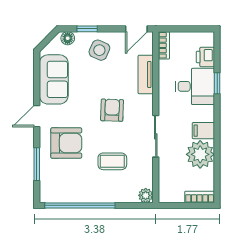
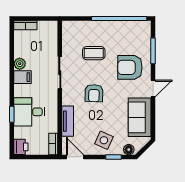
door: (136, 29) -> (75, 157), hinge flipped
printer: (205, 57) -> (21, 147), moved
plant: (200, 154) -> (20, 64), width x0.53, depth x0.53
plant: (146, 195) -> (68, 26), removed

